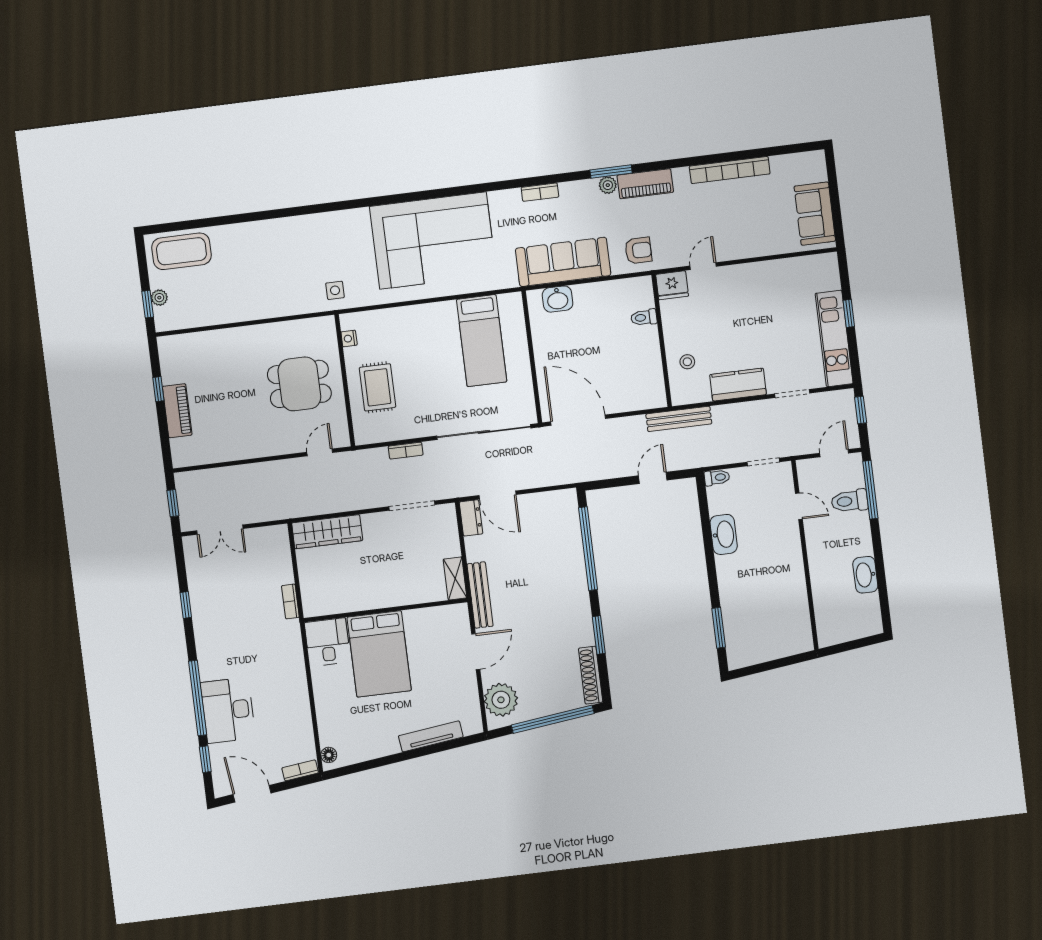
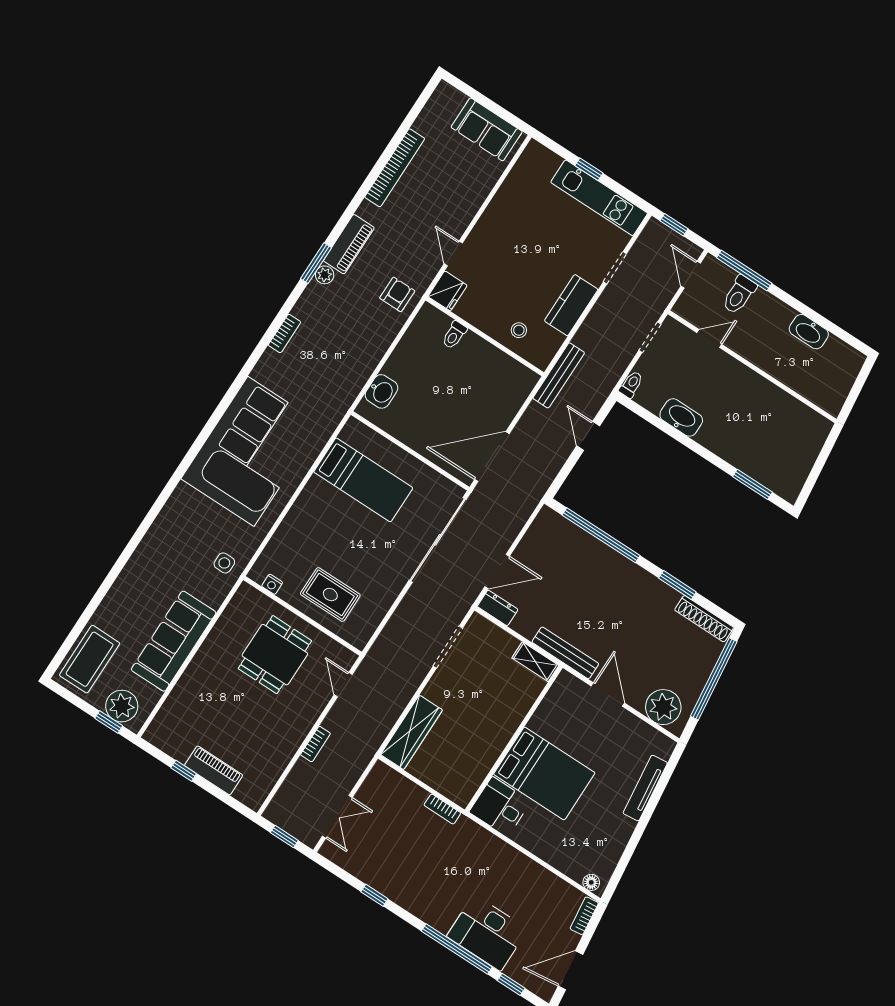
sofa: (563, 262) -> (174, 641), moved
plant: (159, 298) -> (122, 706), width x1.87, depth x1.87
bookcase: (406, 451) -> (315, 744), moved

